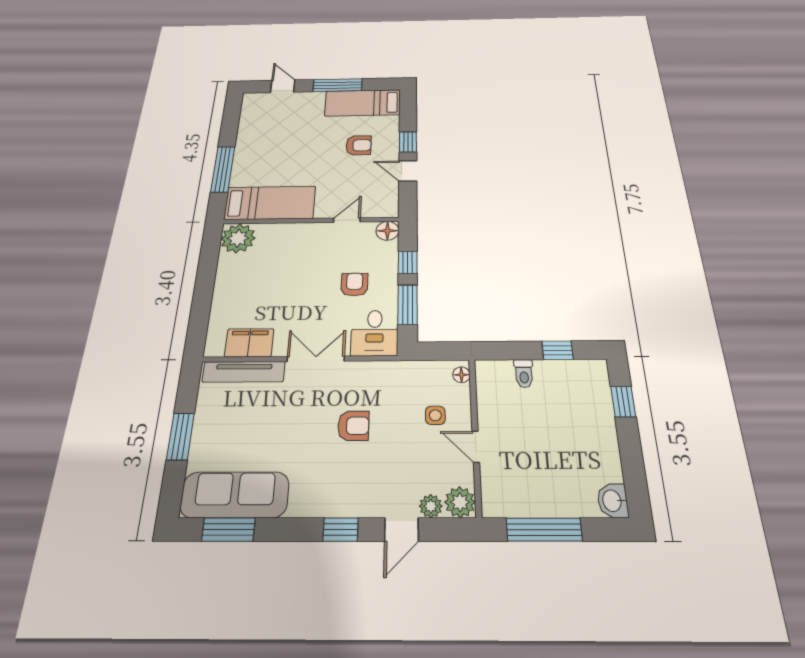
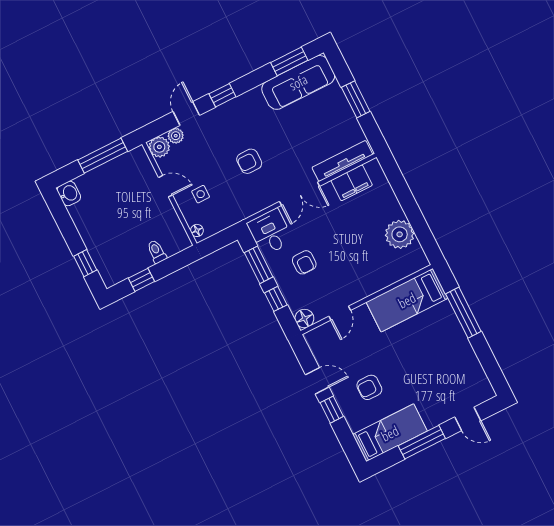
plant: (238, 238) -> (400, 234), moved

